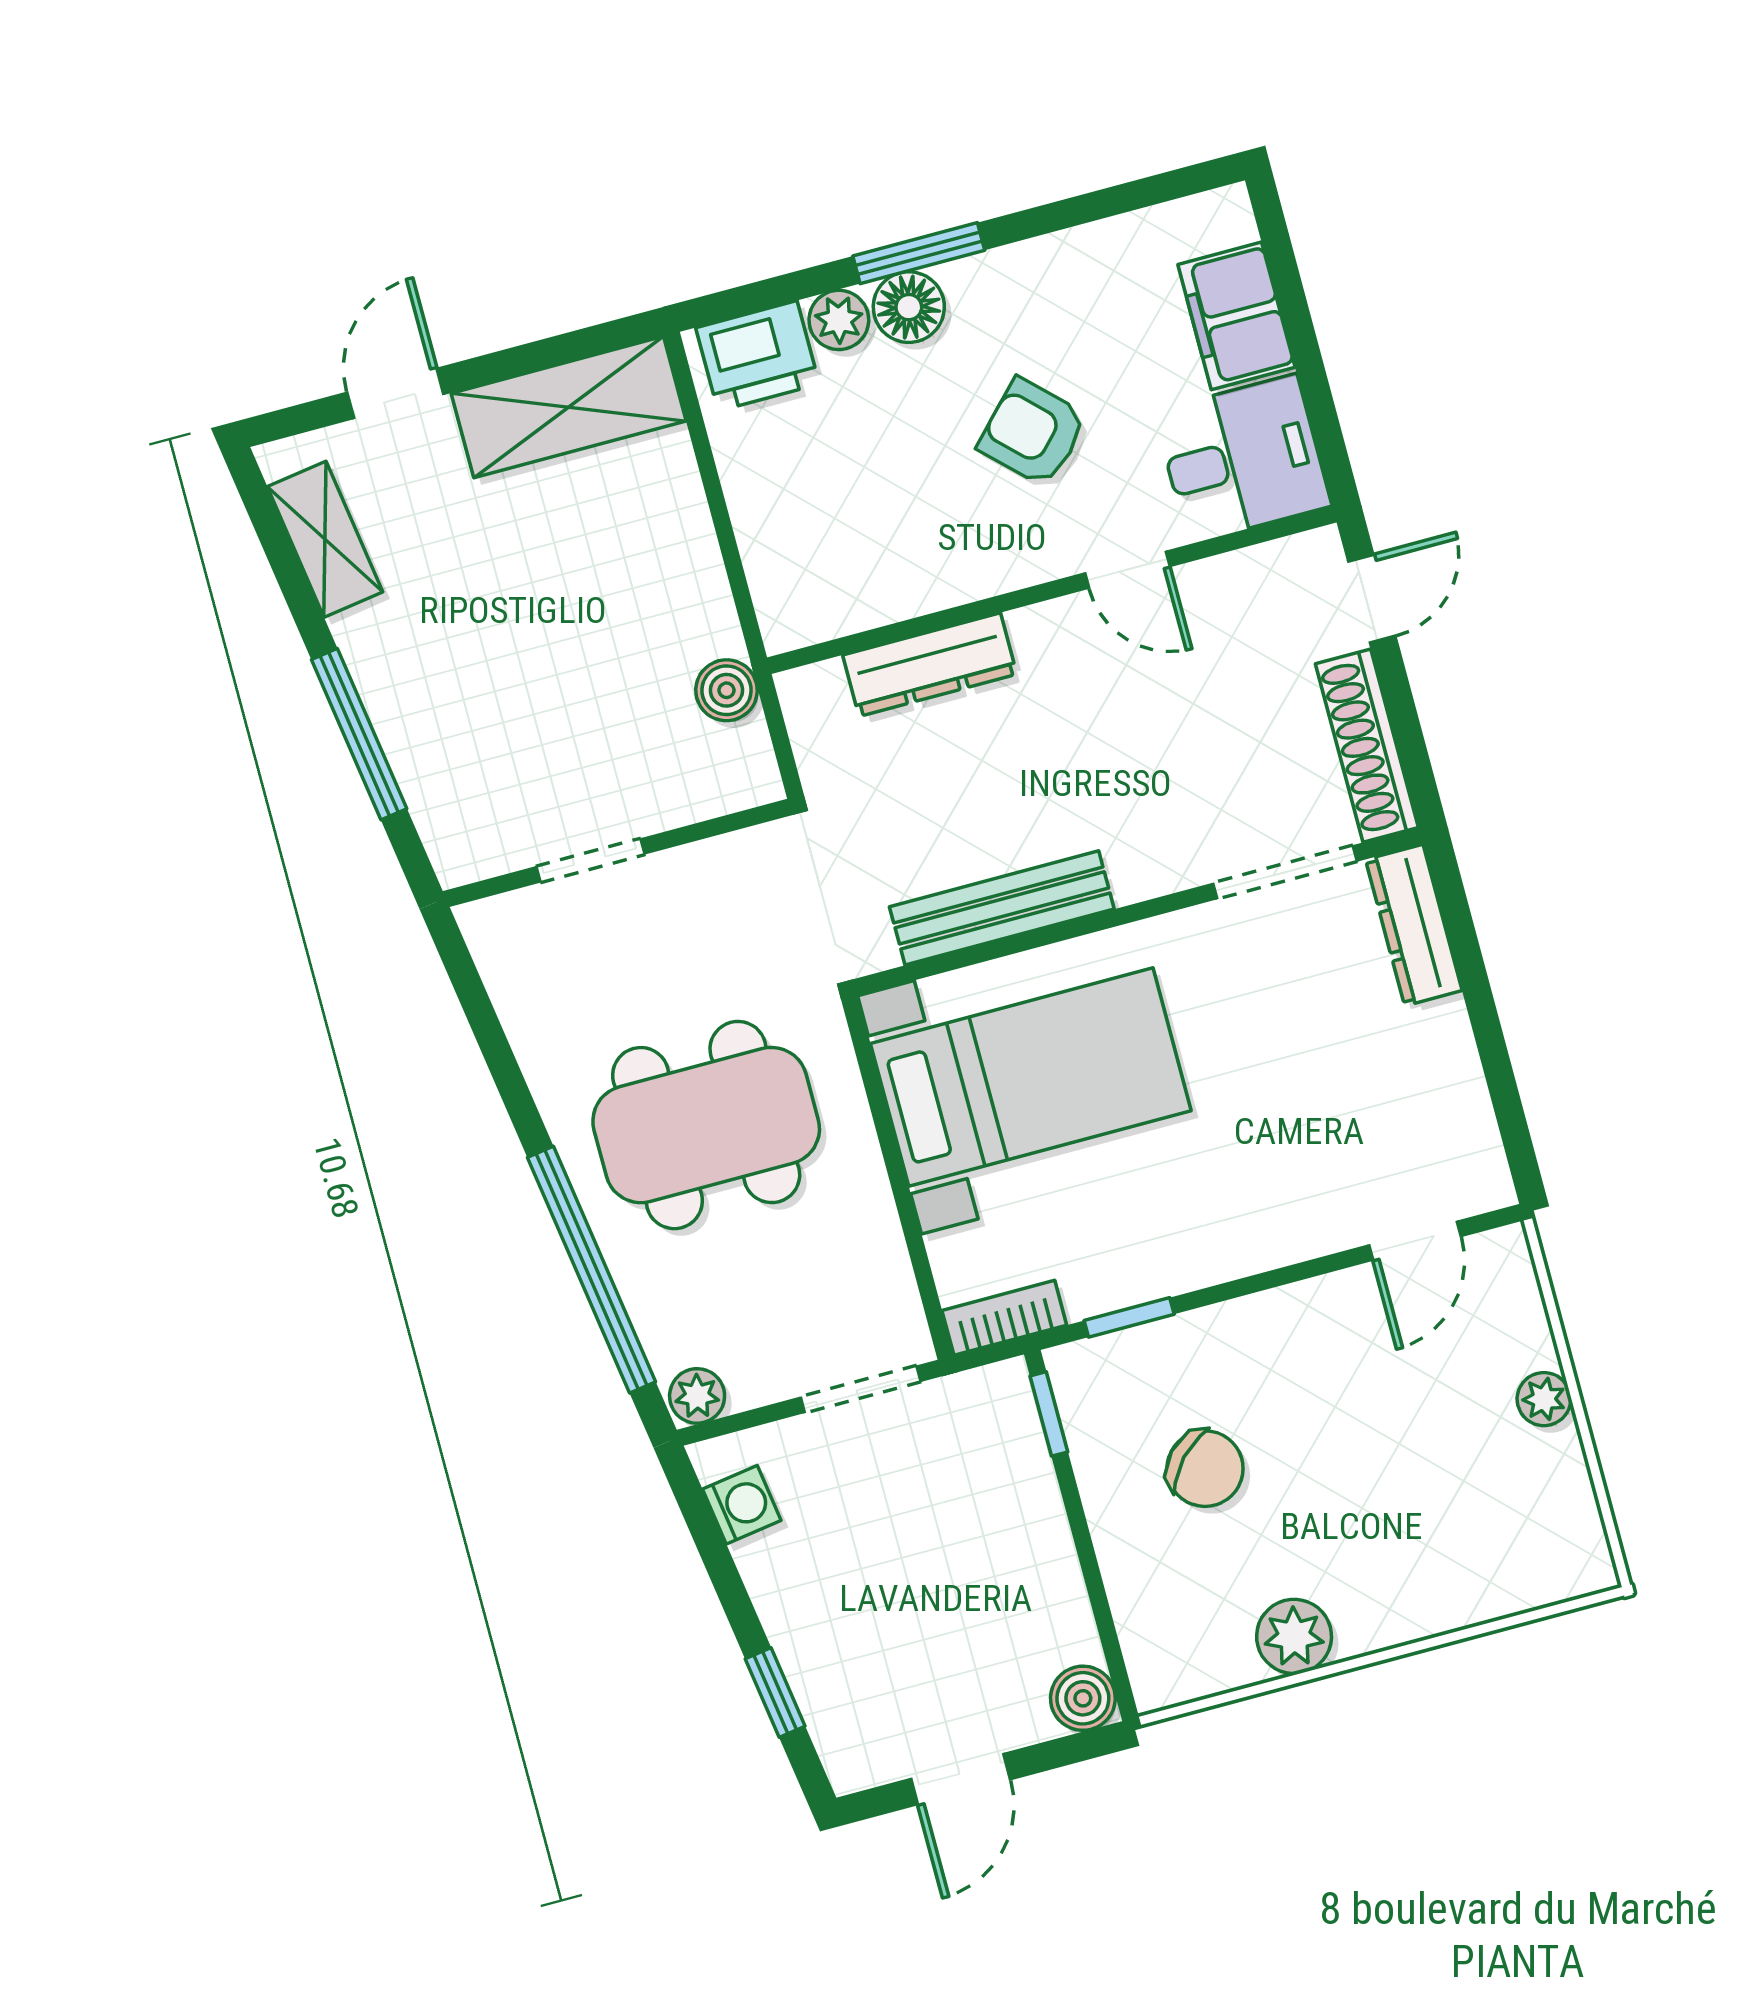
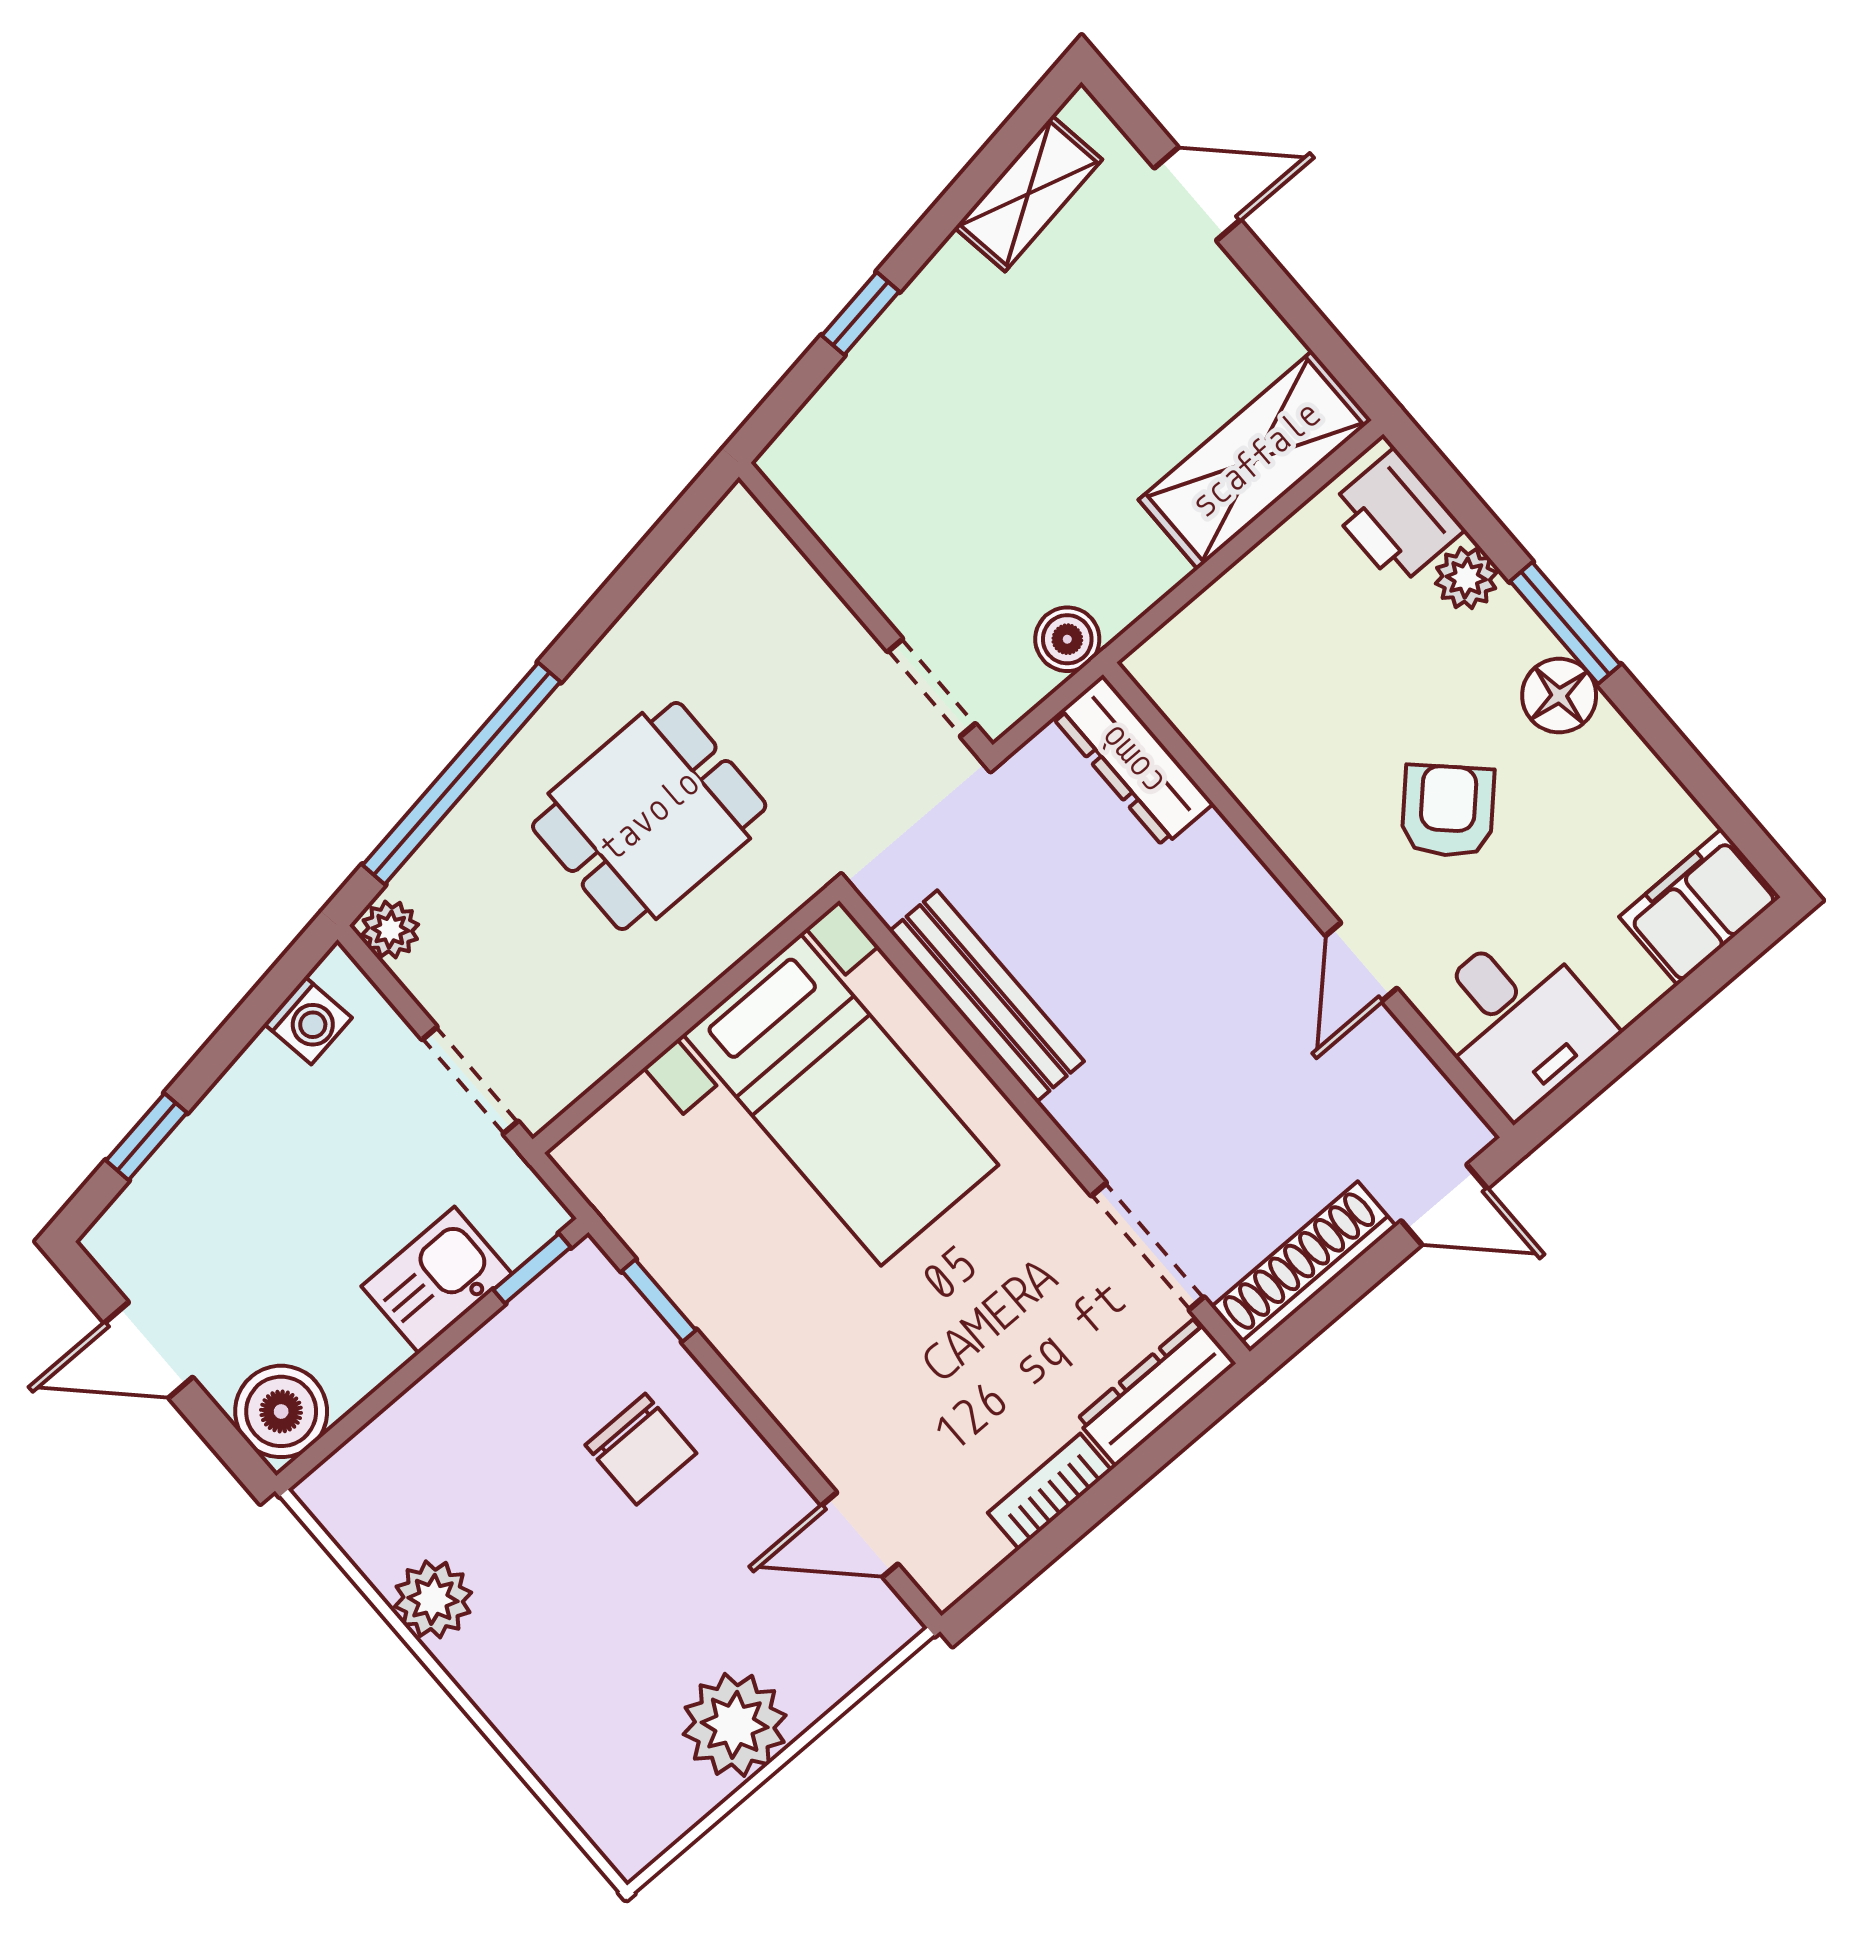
floor lamp: (909, 307) -> (1559, 696), moved
filing cabinet: (1236, 316) -> (1700, 907), moved
shelving: (569, 407) -> (1255, 460), moved, turned 90
dresser: (930, 665) -> (1133, 761), moved
window: (359, 734) -> (860, 313), width x0.46
doorway: (591, 860) -> (931, 688), moved
dining table: (706, 1125) -> (649, 816), width x0.73
bookcase: (1004, 1318) -> (1050, 1491), moved, turned -90
plant: (1544, 1399) -> (735, 1725), width x1.87, depth x1.87
chair: (1205, 1469) -> (641, 1449), moved, turned -43
kitchen sink: (1019, 1501) -> (437, 1280), added
boiler: (1083, 1698) -> (281, 1411), width x1.36, depth x1.36

